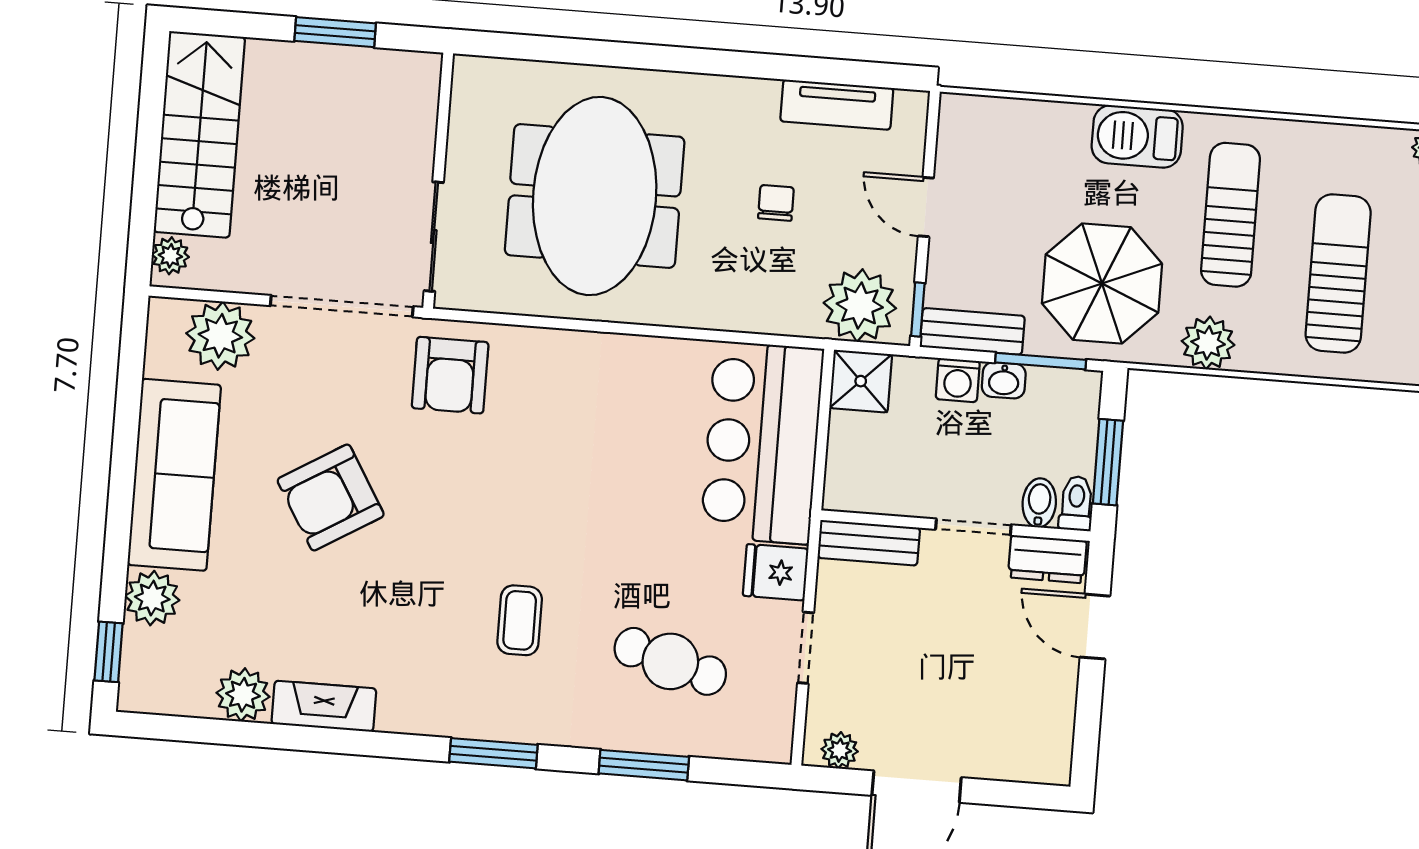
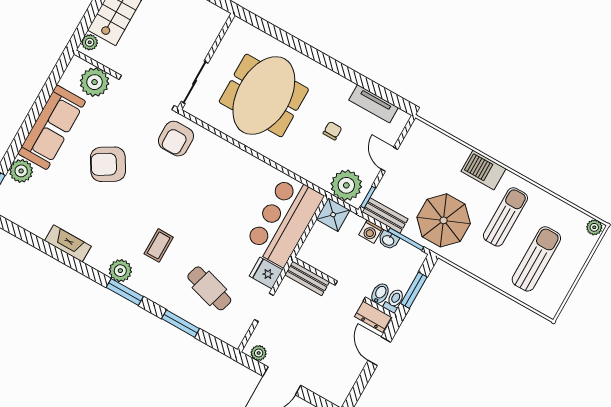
plant: (1208, 343) -> (474, 262), removed
plant: (243, 695) -> (120, 271), moved

